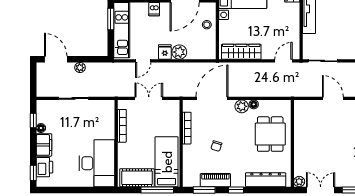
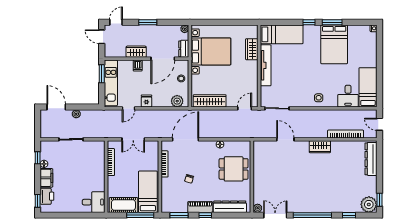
plant: (179, 52) -> (177, 101), moved
double door: (149, 98) -> (133, 139), swing flipped
plant: (242, 106) -> (210, 146), removed
dining table: (270, 134) -> (234, 169), turned 90
desk: (97, 163) -> (94, 202), width x0.53, depth x0.77
piano: (215, 180) -> (200, 207), moved

